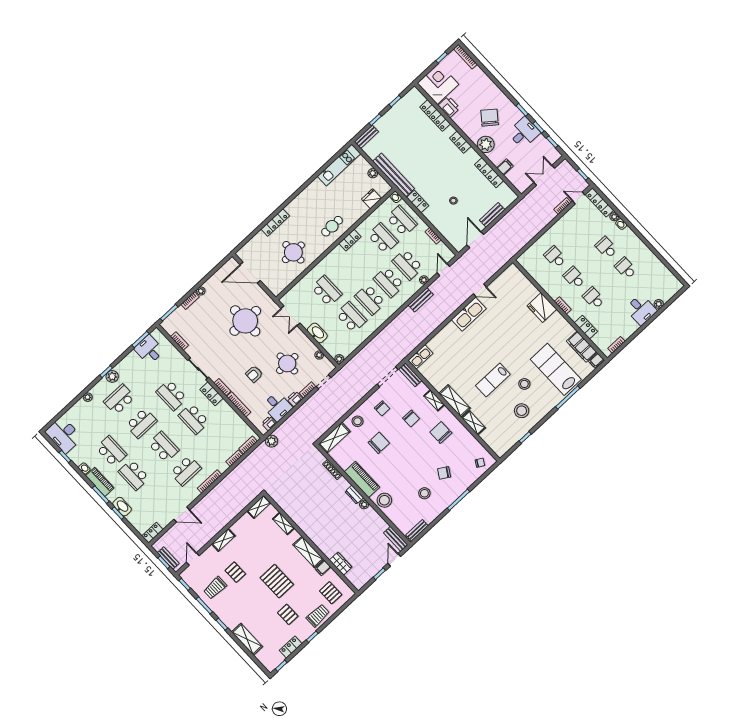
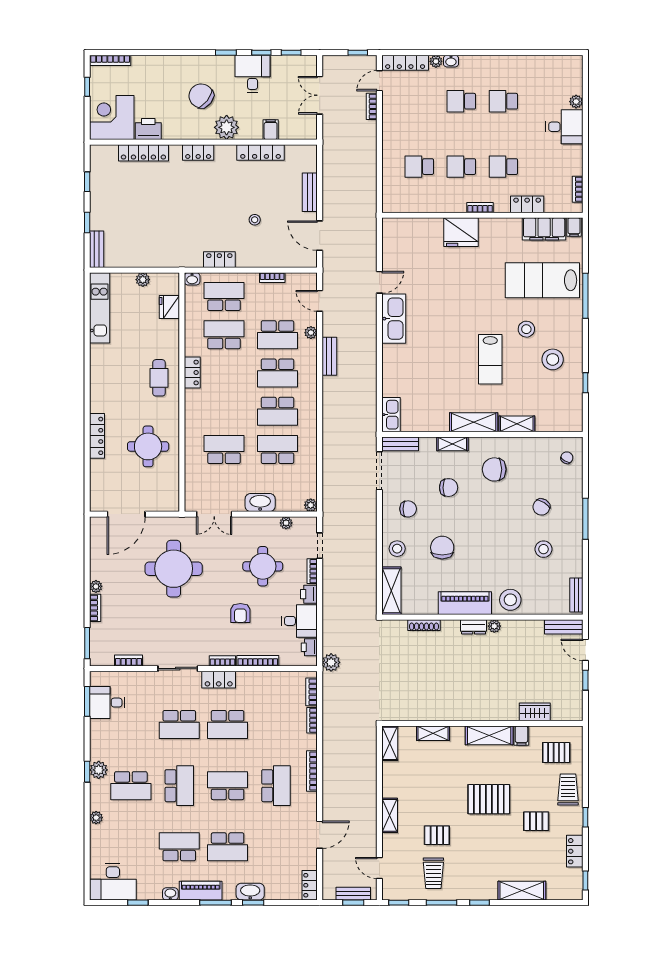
bench: (394, 175) -> (166, 259), removed
school desk: (119, 399) -> (131, 786), turned -90

